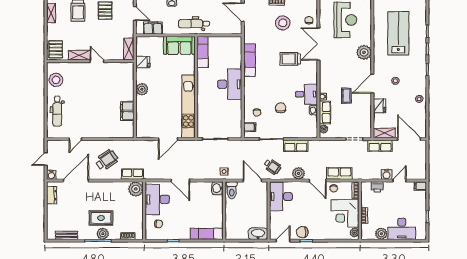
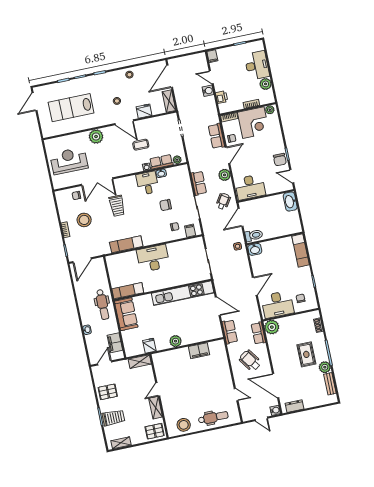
row of seats: (380, 146) -> (230, 332), moved
plant: (103, 234) -> (325, 367), moved

